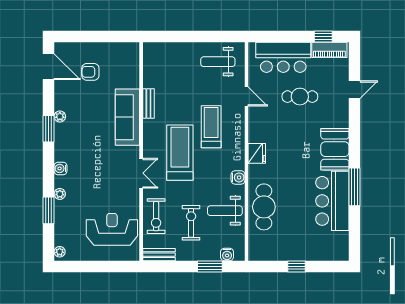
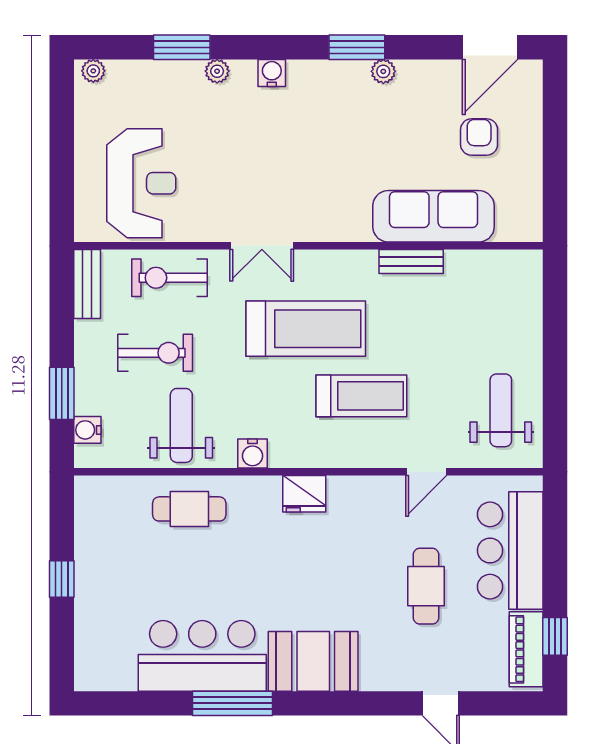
sofa: (127, 117) -> (434, 216), moved
cafe table: (264, 207) -> (189, 509), width x0.73, depth x0.74

